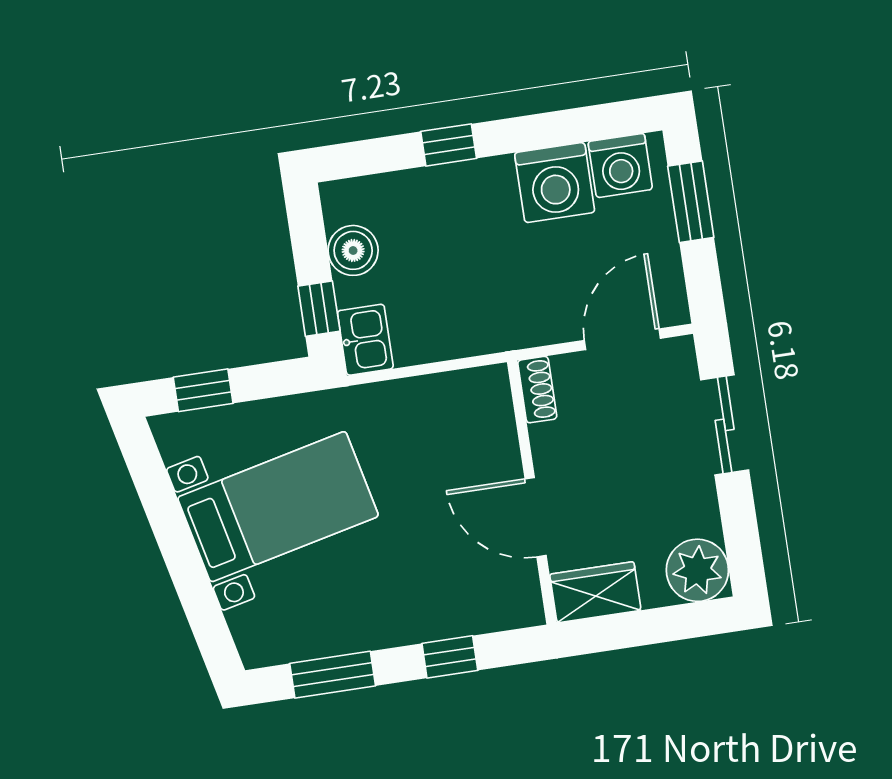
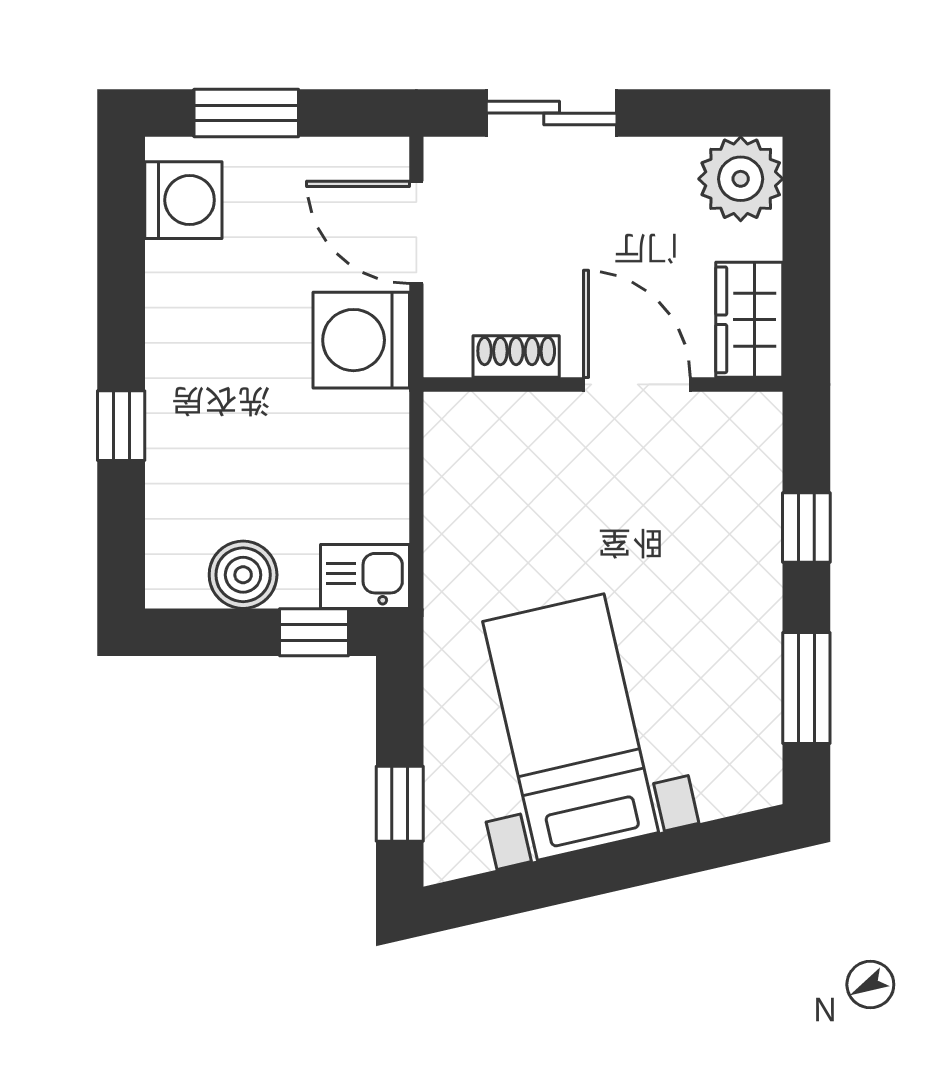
washing machine: (555, 183) -> (361, 340), moved, turned 180
shoe rack: (537, 390) -> (516, 357), moved
door: (536, 517) -> (637, 384), swing flipped

